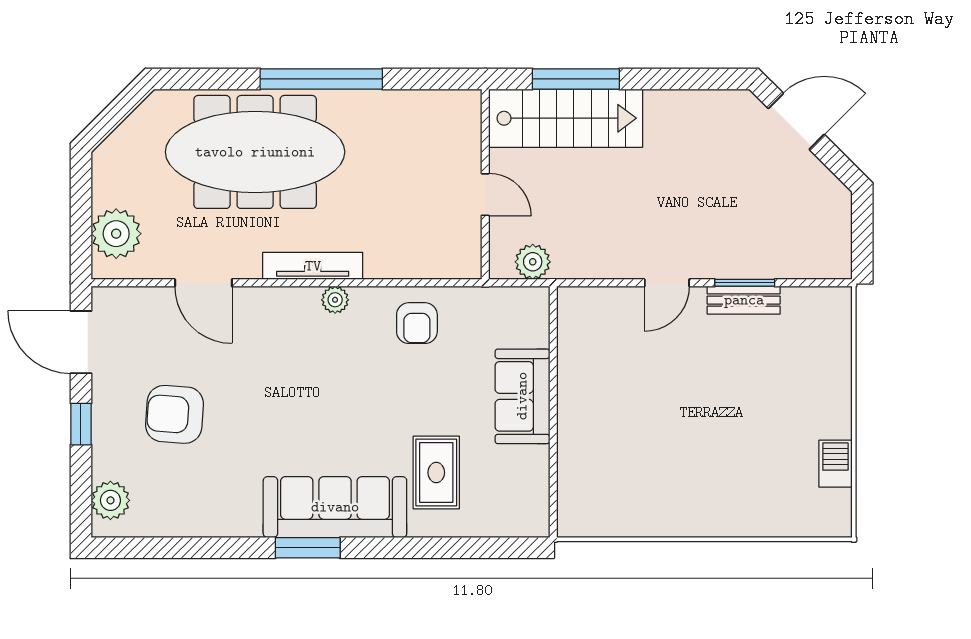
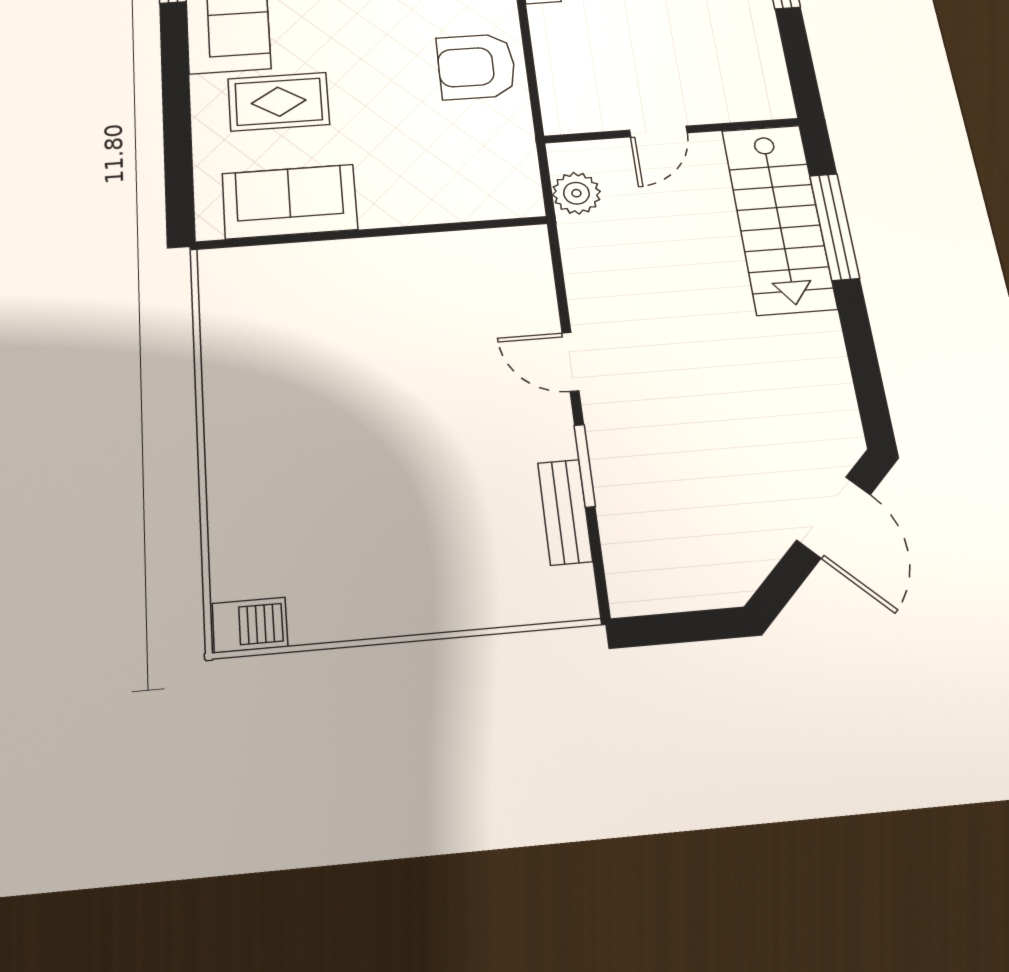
bench: (744, 300) -> (565, 512), moved
armchair: (417, 323) -> (476, 67), width x1.38, depth x1.38
sofa: (522, 396) -> (290, 202), moved
barbecue: (835, 464) -> (250, 625), moved

